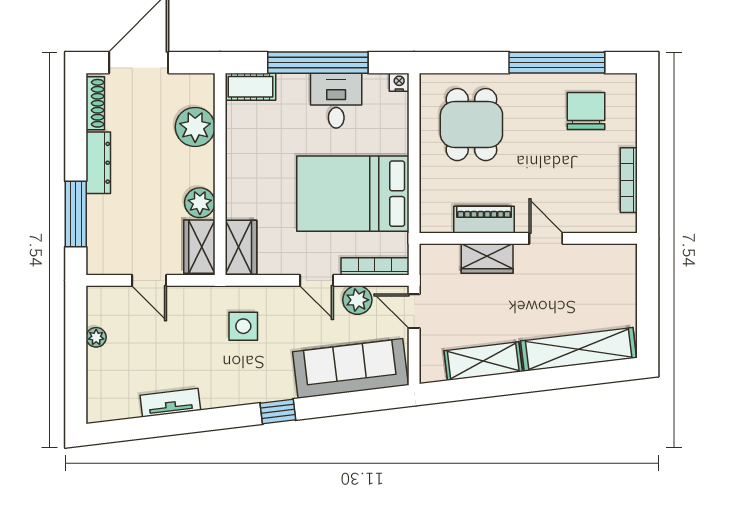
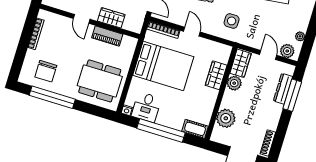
desk: (336, 101) -> (146, 107), moved
dining table: (471, 125) -> (100, 81), width x1.38
dresser: (98, 163) -> (283, 89), moved
wardrobe: (241, 247) -> (216, 75), moved
plant: (357, 300) -> (287, 51), moved

